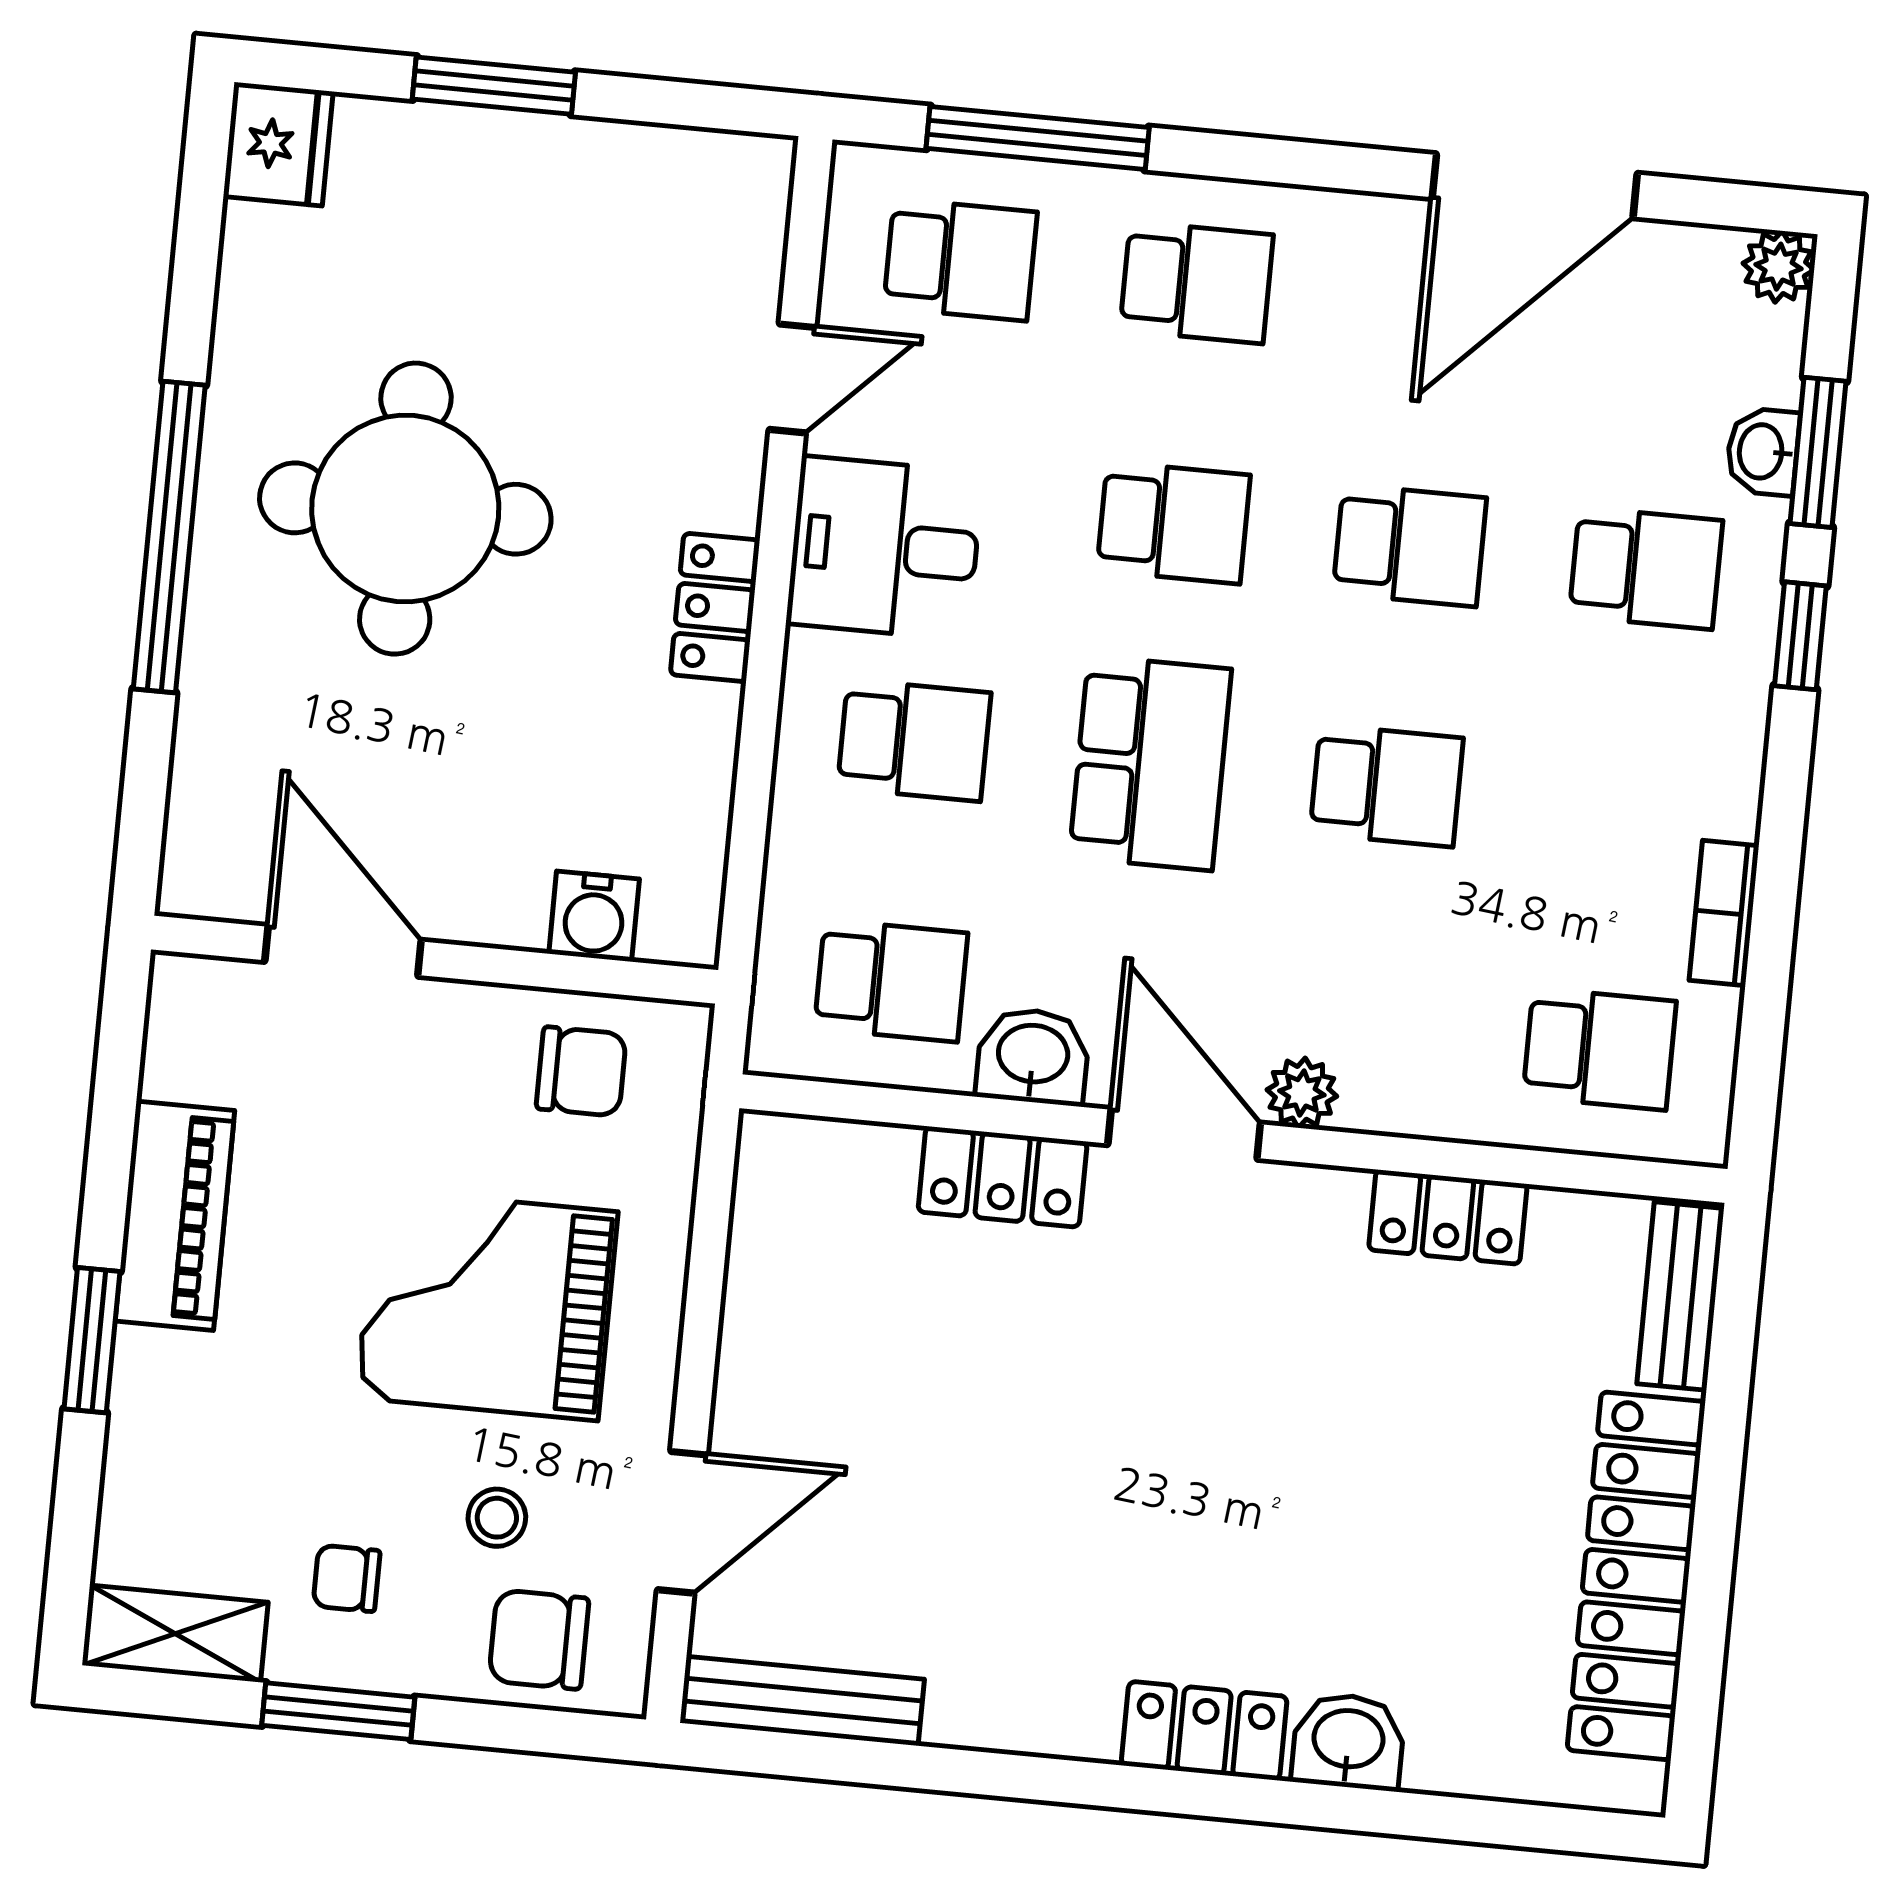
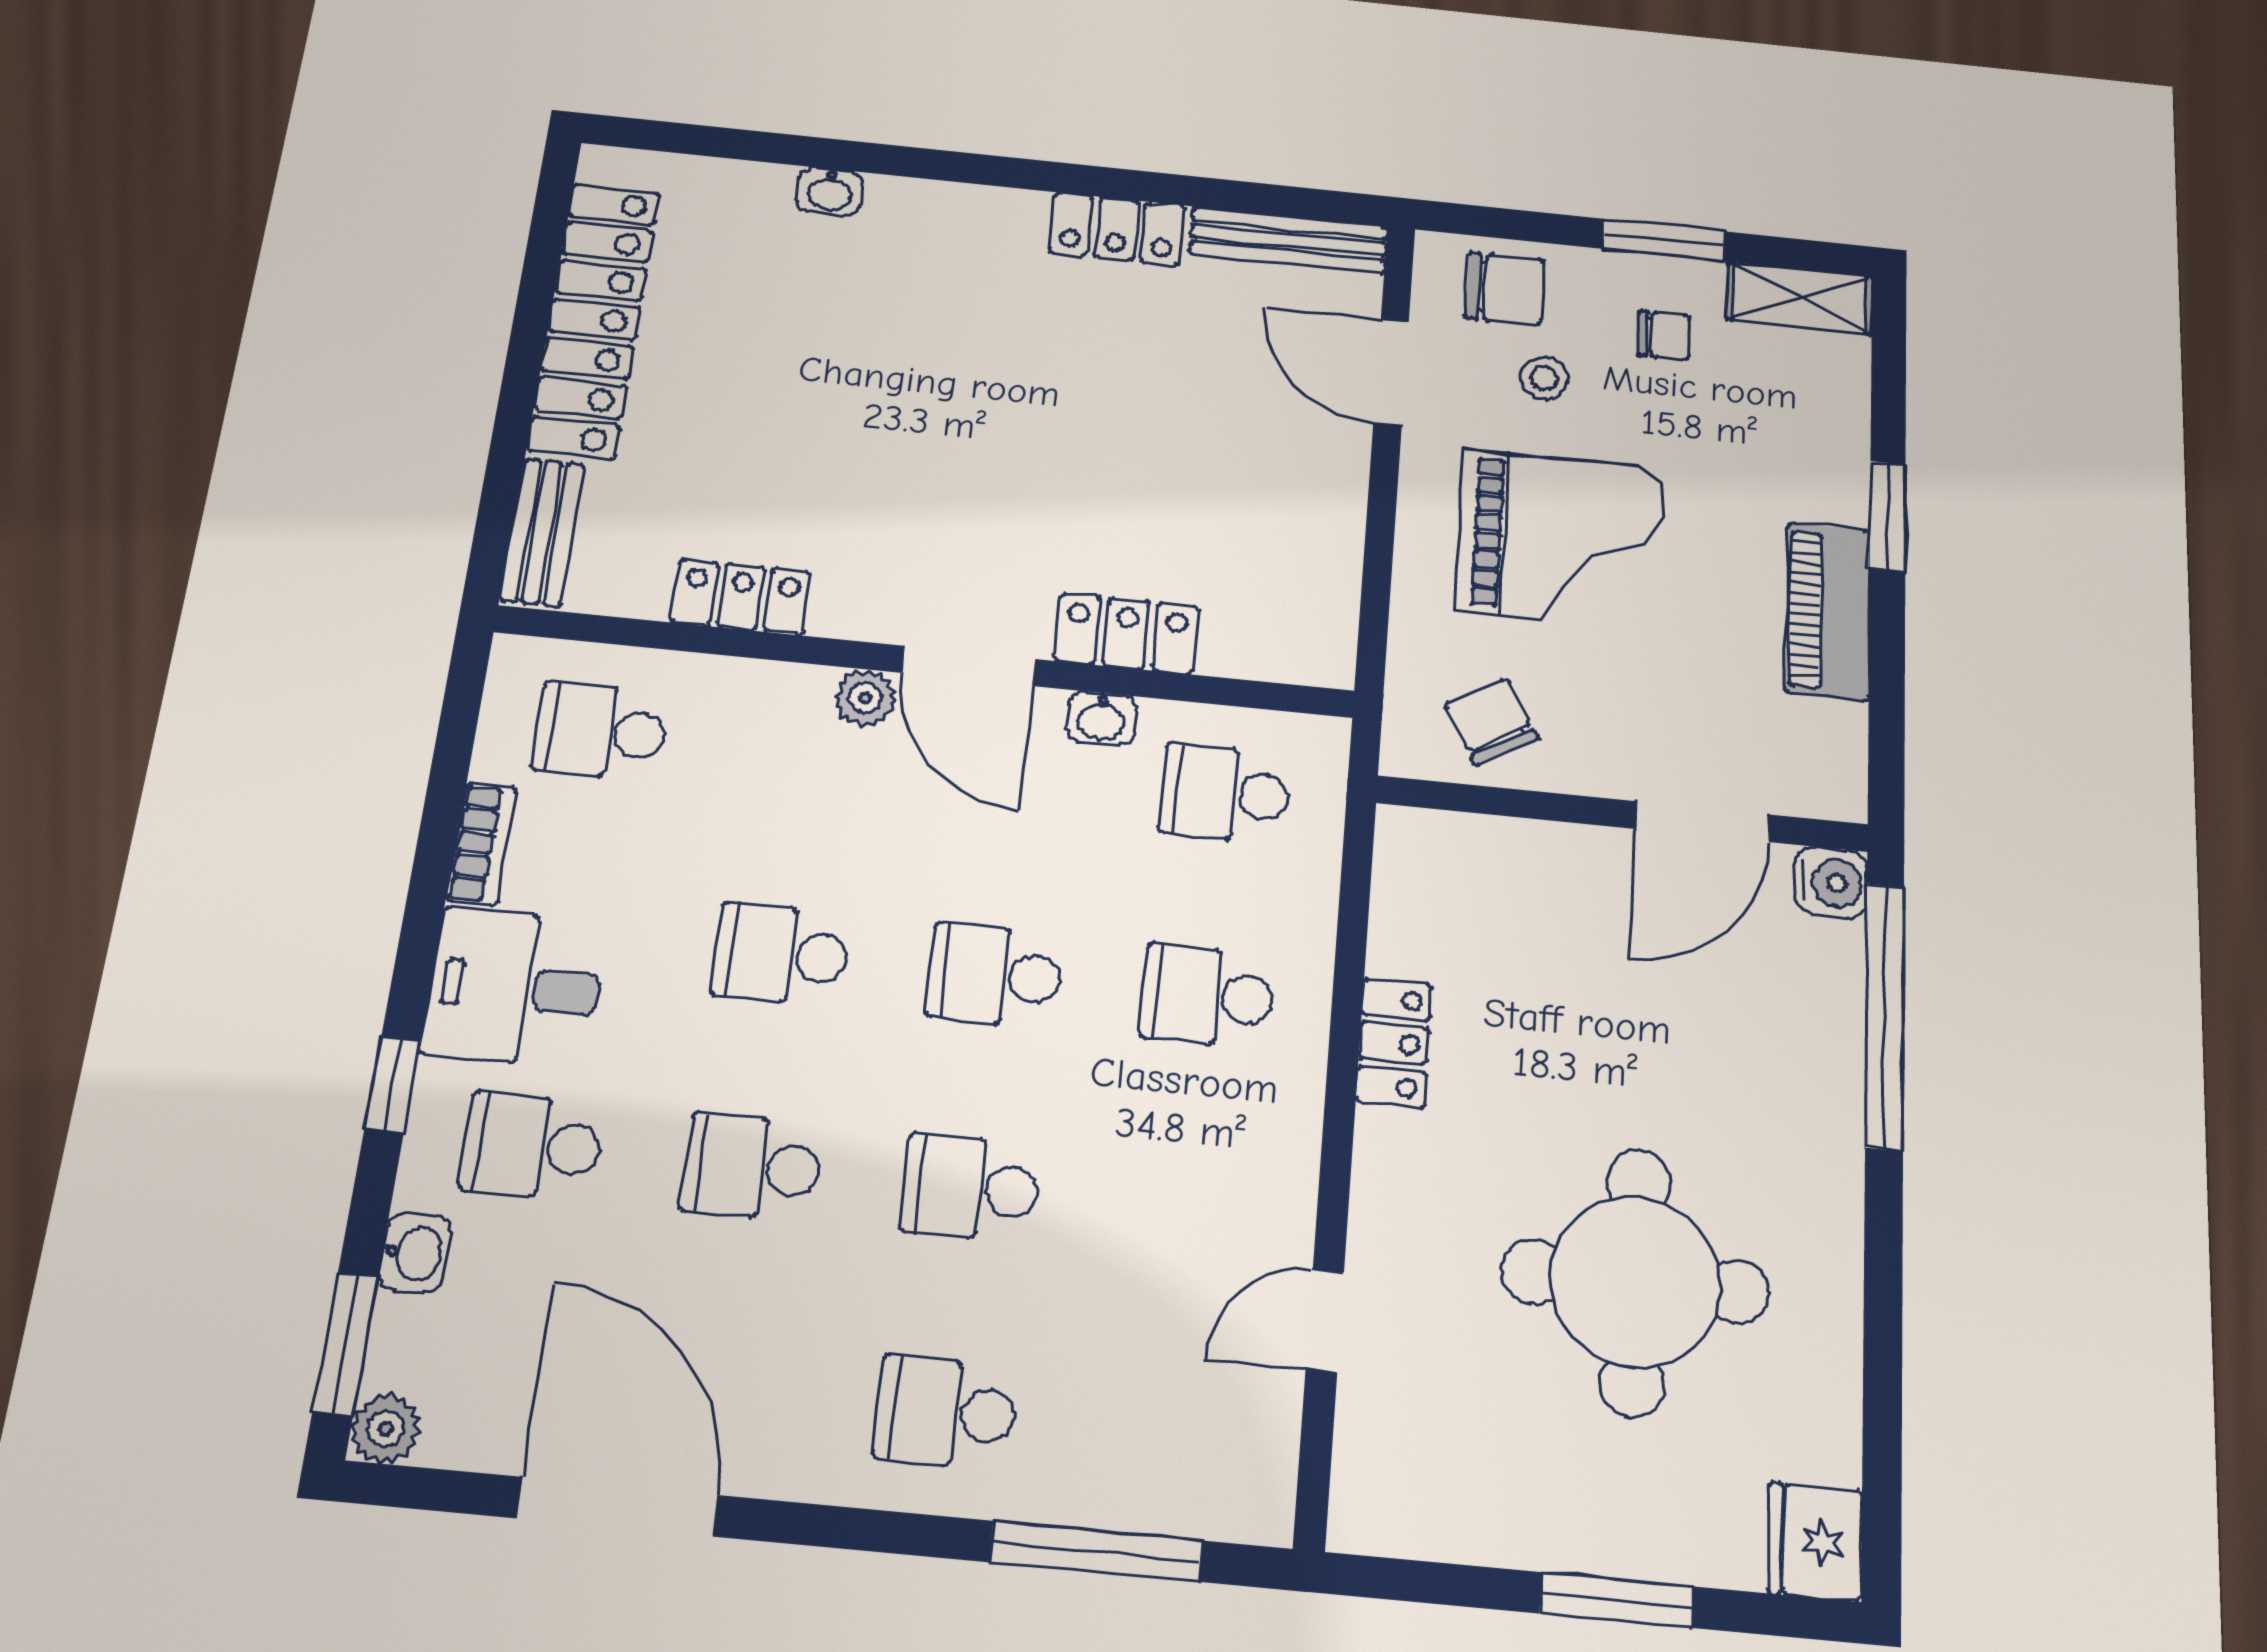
door: (1535, 186) -> (618, 1507), hinge flipped
school desk: (960, 260) -> (1169, 1433), removed
window: (1818, 452) -> (345, 1344), moved
round table: (405, 509) -> (1636, 1282), moved
window: (169, 537) -> (1885, 1015), moved
desk: (885, 548) -> (514, 988), moved, turned 180
locker: (715, 607) -> (1394, 1043), moved
school desk: (1150, 763) -> (995, 975), width x0.54
water cooler: (594, 916) -> (1831, 883), moved, turned 90
door: (343, 951) -> (1702, 822), hinge flipped
washbasin: (1033, 1056) -> (1101, 719), width x0.72, depth x0.69
chair: (581, 1071) -> (1491, 722), turned 60
door: (682, 1522) -> (1391, 372), hinge flipped
locker: (1204, 1731) -> (1117, 229), moved
washbasin: (1348, 1741) -> (830, 191), width x0.72, depth x0.69

